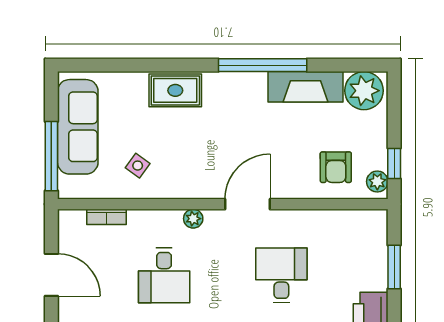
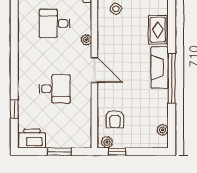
fireplace: (305, 87) -> (160, 68), moved
plant: (364, 91) -> (163, 130), width x0.53, depth x0.53
armchair: (336, 167) -> (115, 119), turned -90

